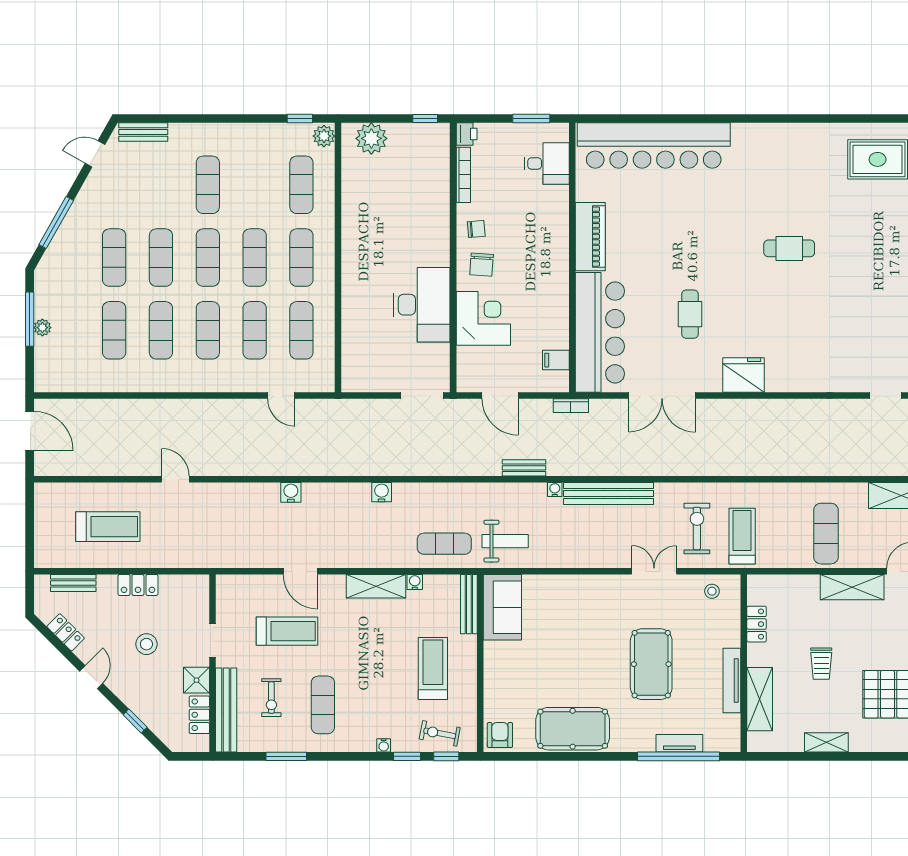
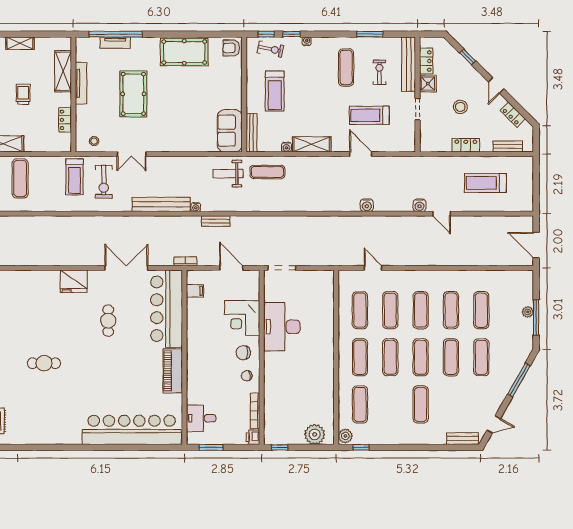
chair: (482, 265) -> (243, 353), turned -94
water cooler: (382, 492) -> (419, 205), moved
armchair: (500, 735) -> (231, 48), turned 90

